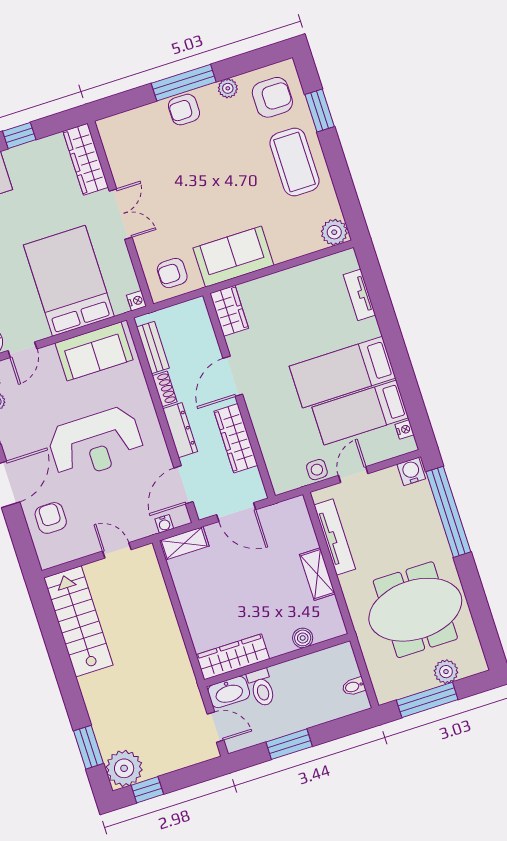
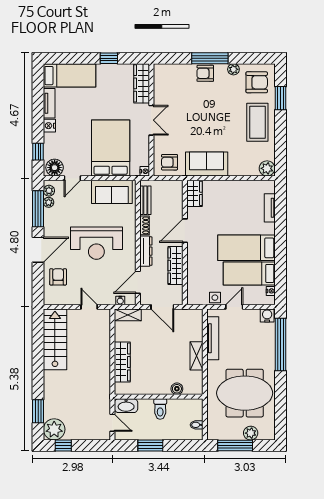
wardrobe: (233, 657) -> (122, 362), moved, turned 90
toilet: (262, 688) -> (160, 409), moved

